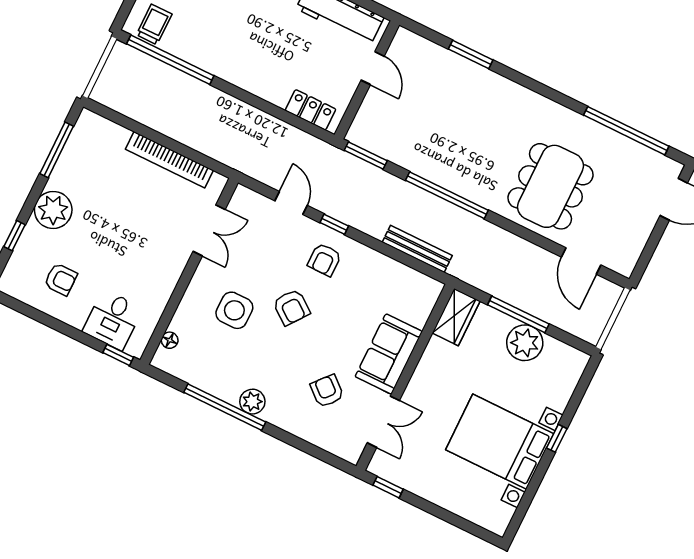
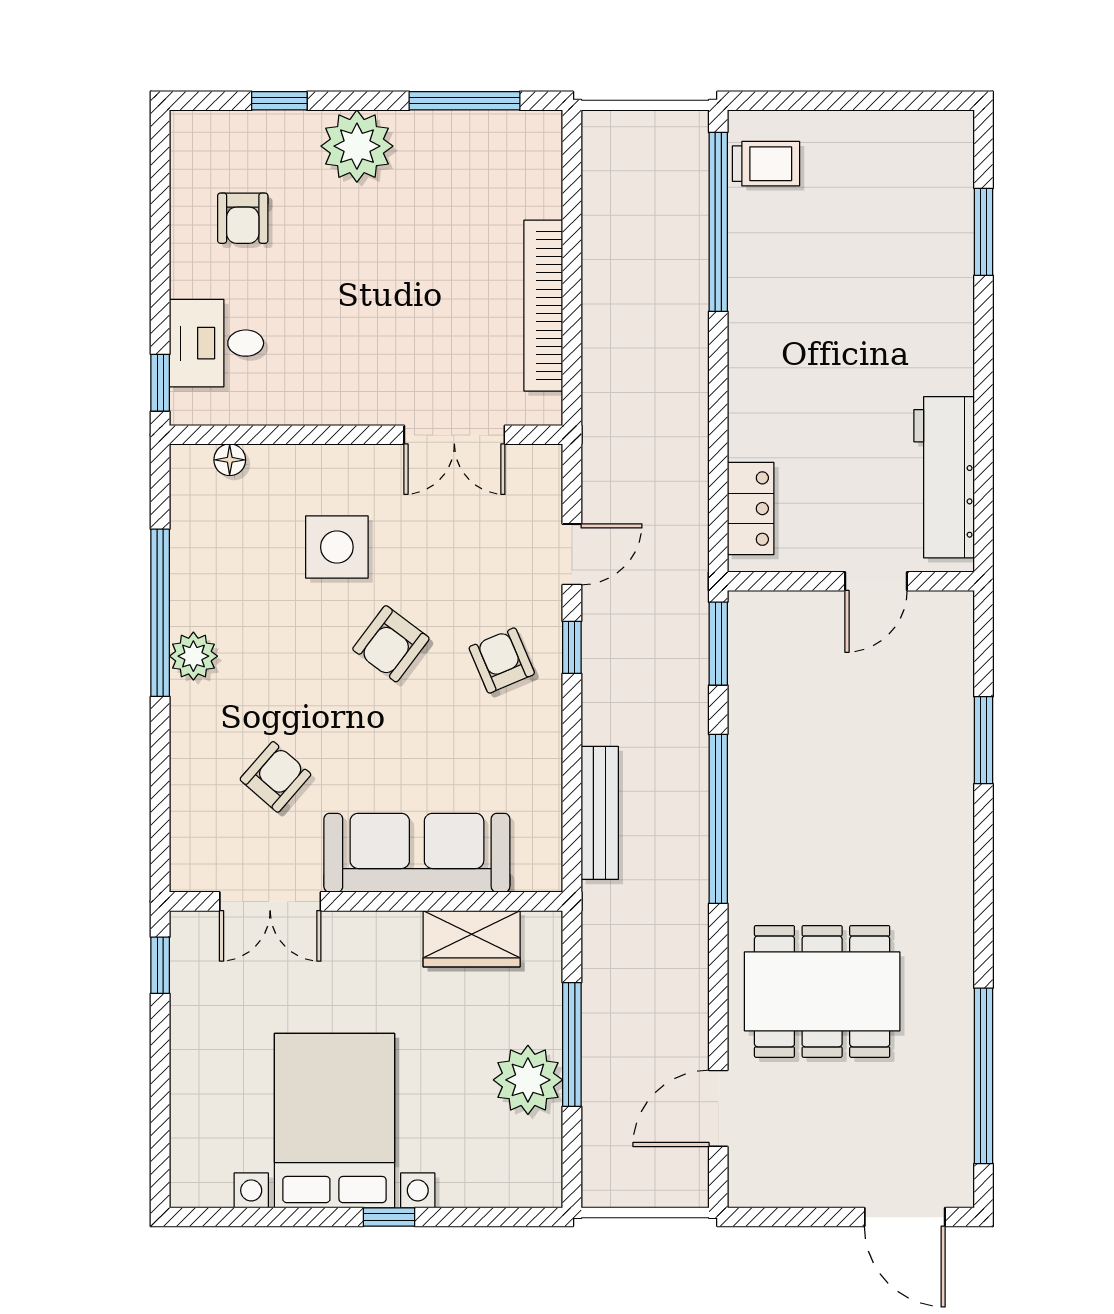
armchair: (324, 260) -> (502, 661), turned 67
wardrobe: (456, 317) -> (472, 939), moved
sofa: (389, 354) -> (417, 853), width x1.36

